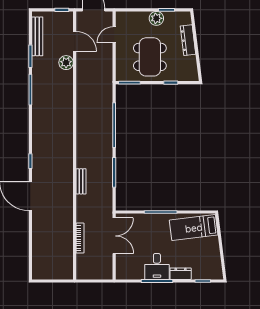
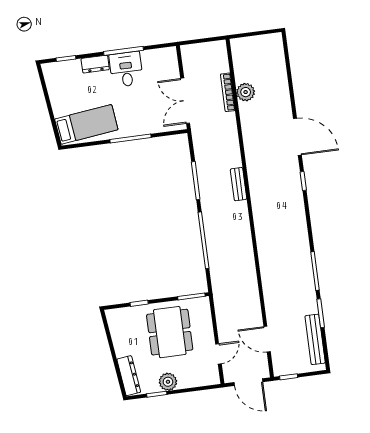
dresser: (188, 40) -> (129, 376), moved
plant: (66, 63) -> (246, 92), moved
bench: (81, 181) -> (239, 184), moved

